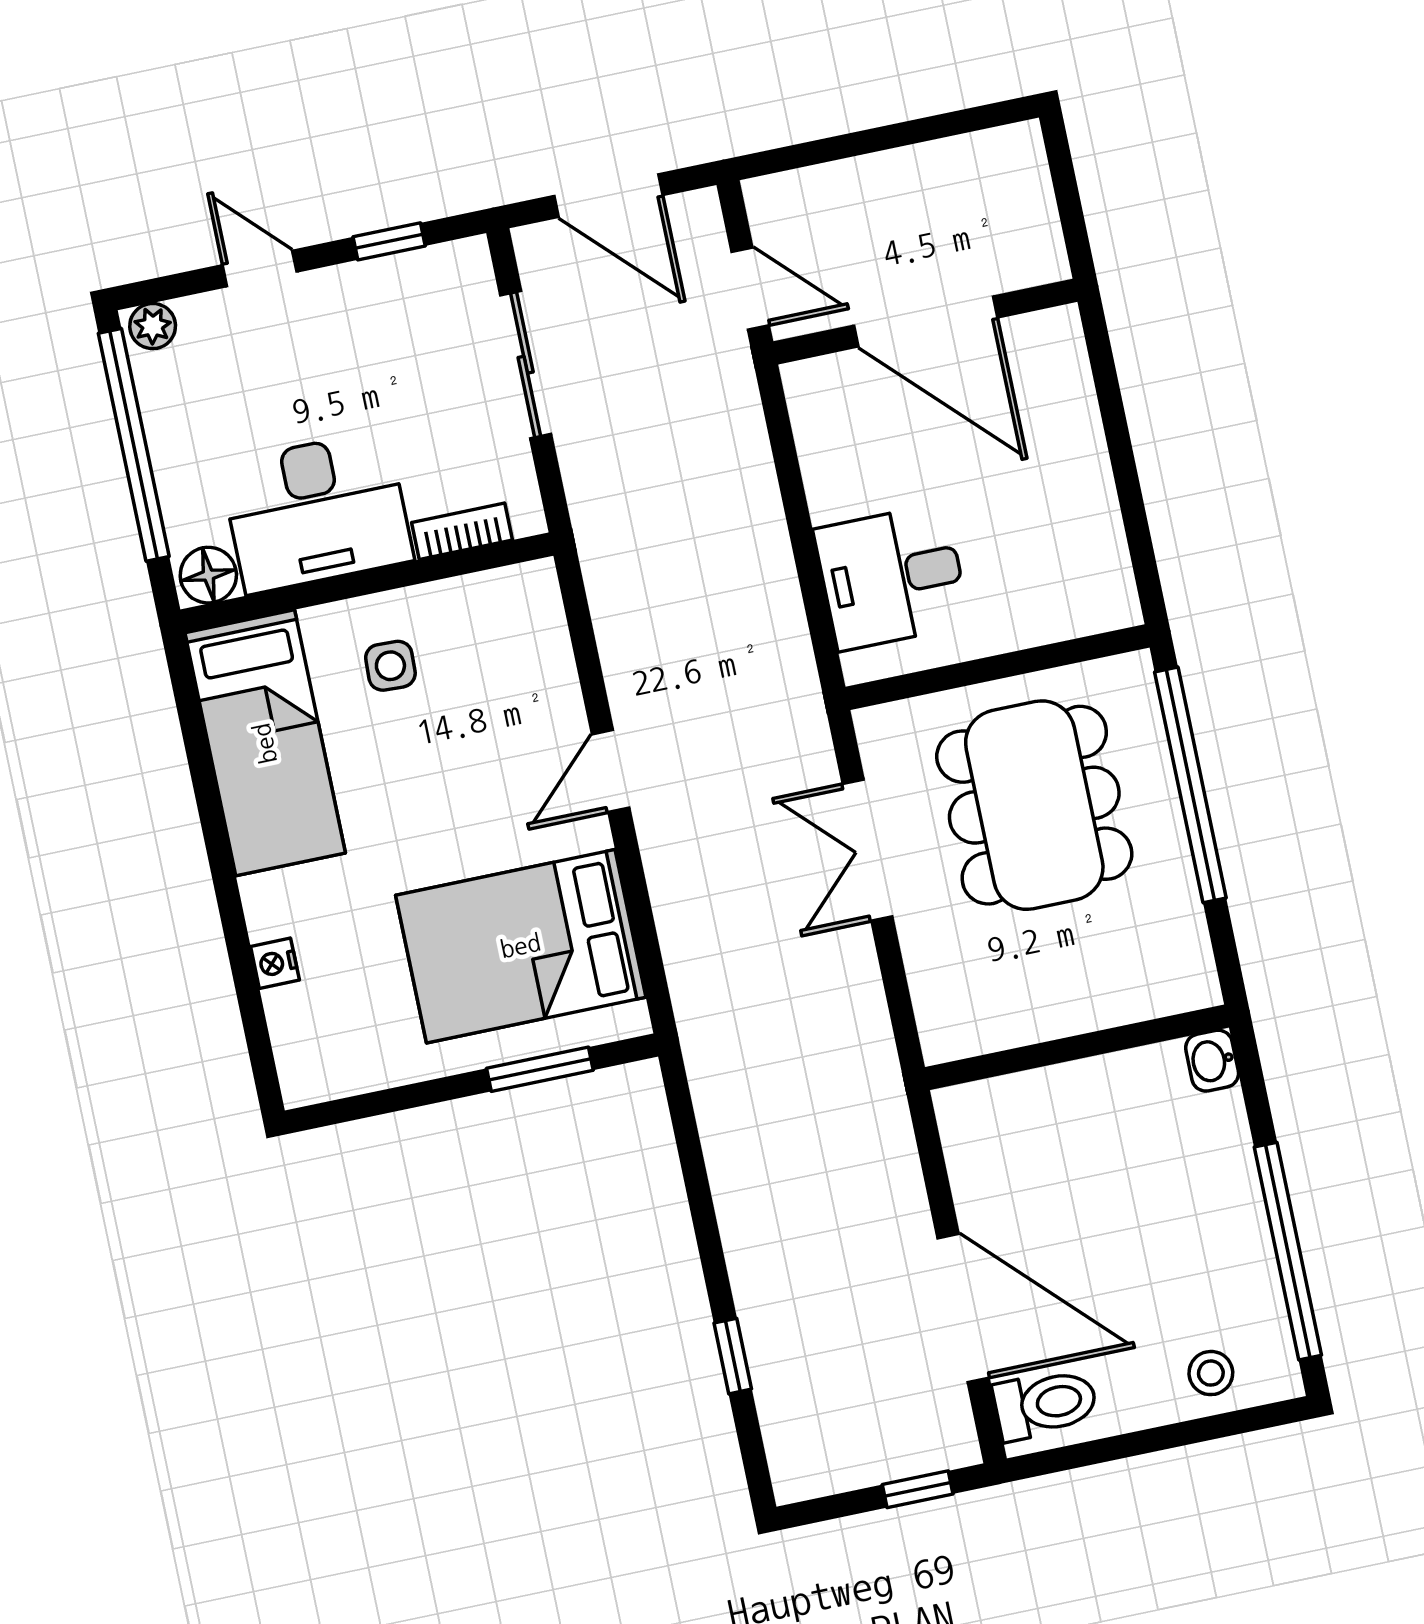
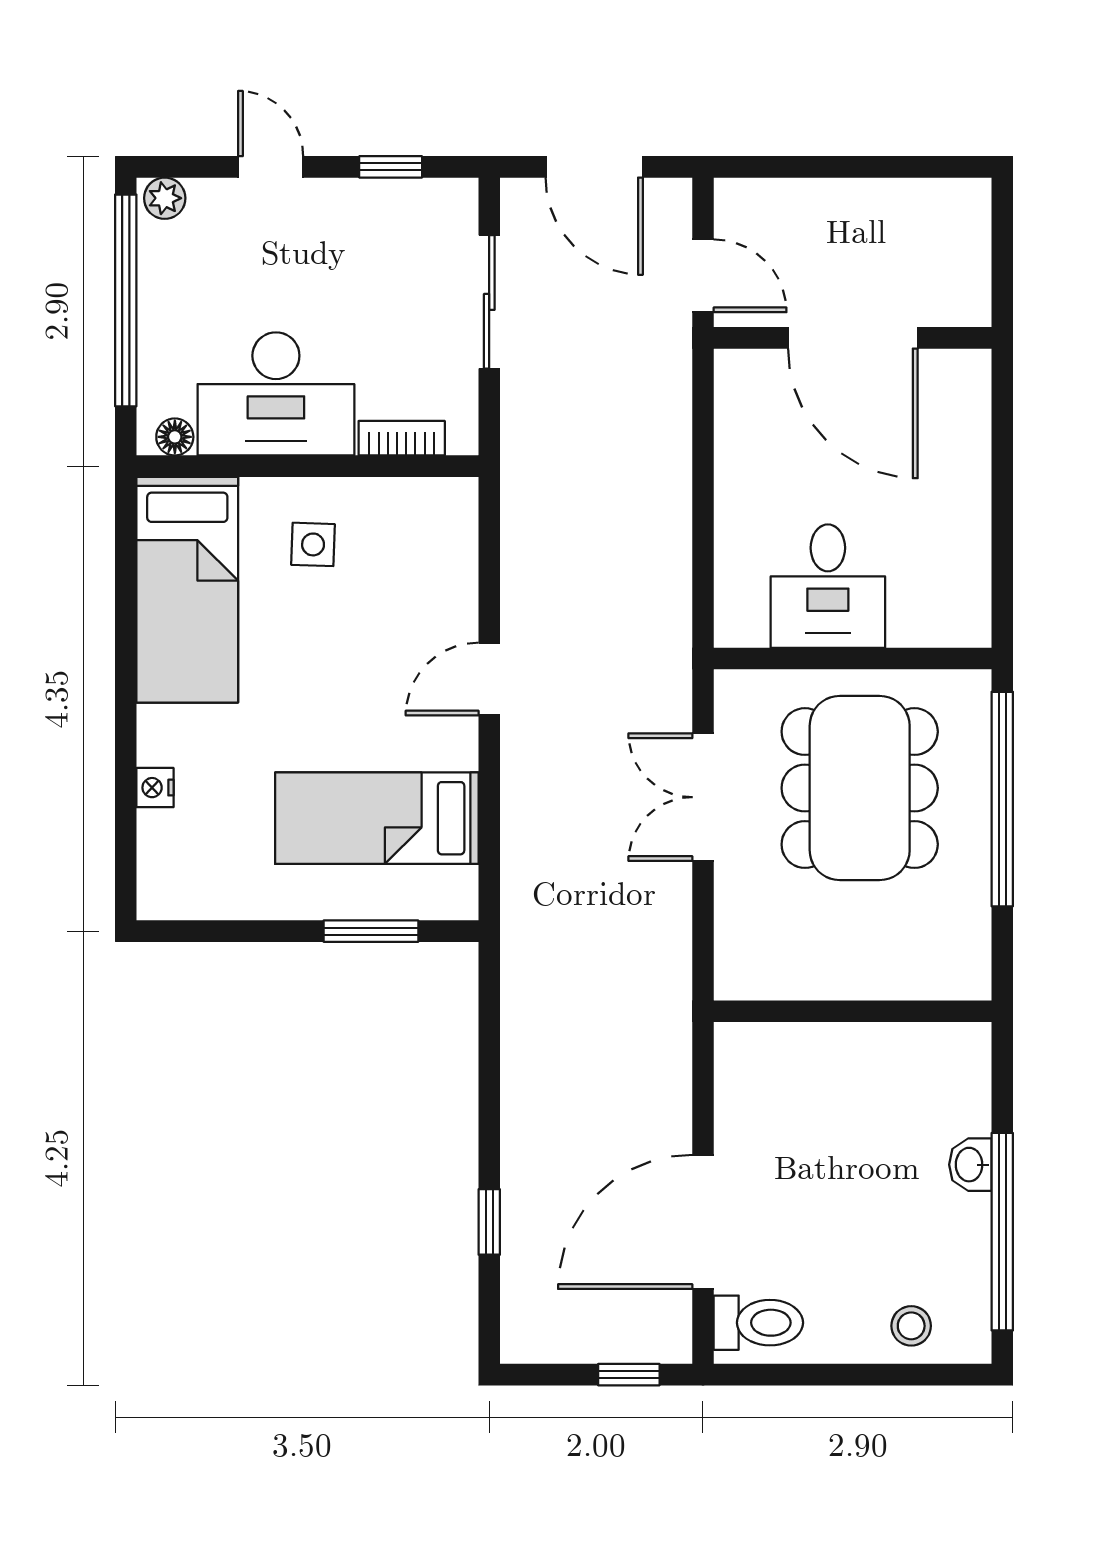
floor lamp: (208, 575) -> (175, 437), width x0.73, depth x0.73
desk: (892, 577) -> (828, 586), moved, turned -90
bed: (521, 946) -> (377, 818), width x0.67
washbasin: (1212, 1061) -> (970, 1165), moved
door: (963, 1308) -> (703, 1222), swing flipped

